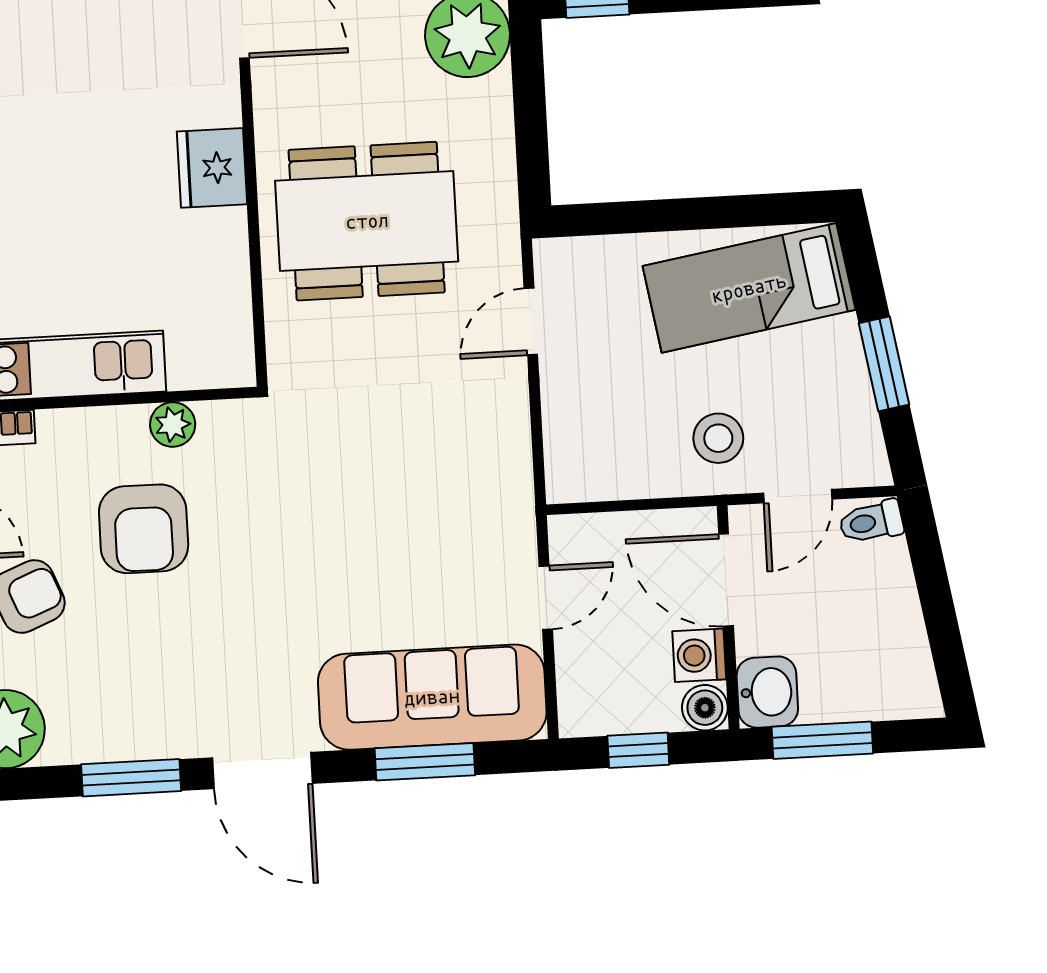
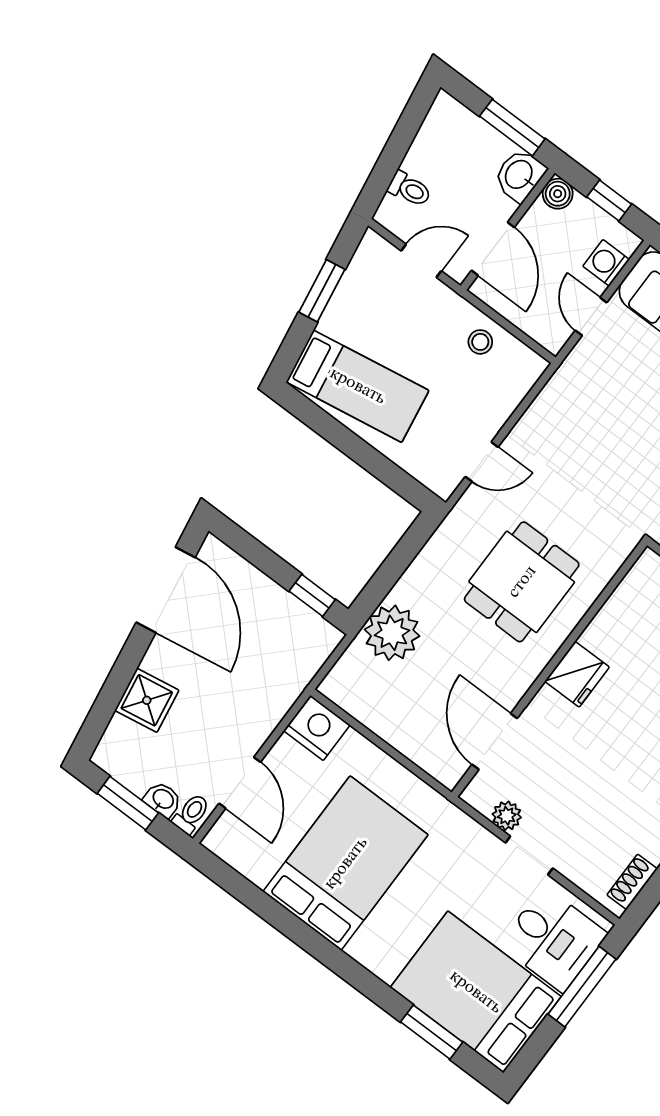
dining table: (367, 221) -> (522, 582), width x0.73
stool: (718, 438) -> (480, 342), moved, width x0.73, depth x0.73
toilet: (871, 522) -> (410, 189), moved
door: (546, 598) -> (591, 317), hinge flipped
washing machine: (699, 655) -> (606, 263), moved, turned 180

